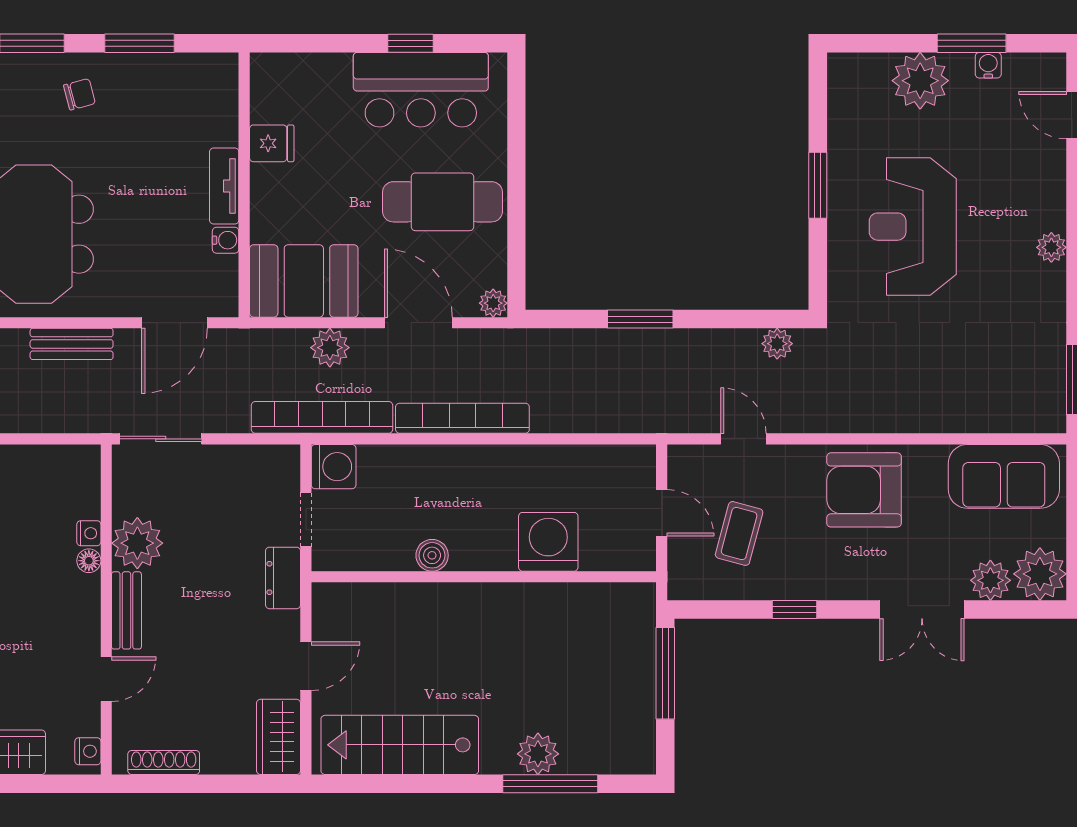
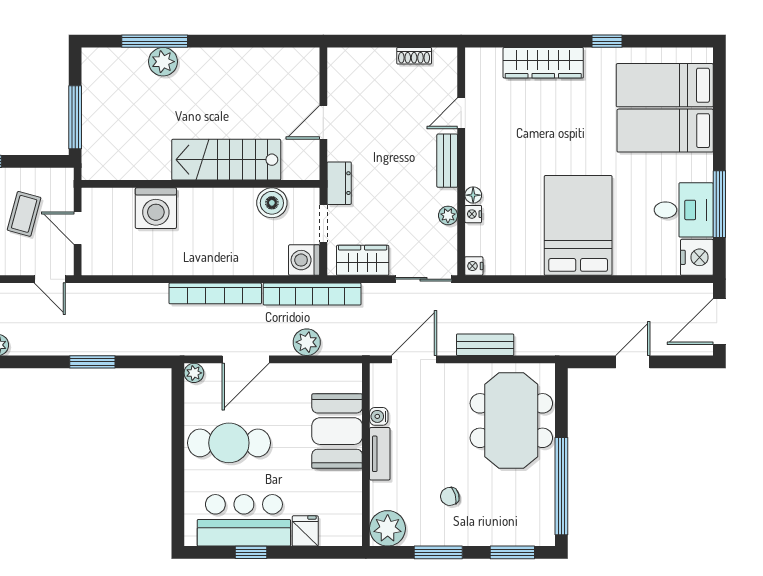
plant: (213, 78) -> (388, 528), added
chair: (79, 94) -> (450, 496), moved
fridge: (272, 143) -> (305, 531), moved, turned 90
booth: (304, 281) -> (337, 431), moved, turned 90
door: (418, 323) -> (246, 359), hinge flipped
door: (743, 439) -> (50, 279), moved
plant: (137, 543) -> (448, 215), width x0.53, depth x0.53
boiler: (432, 555) -> (272, 203), moved, width x1.36, depth x1.36
wardrobe: (278, 737) -> (363, 260), moved, turned -90
stairs: (400, 745) -> (226, 160), moved, turned 180
nightstand: (88, 751) -> (474, 266), moved
shoe rack: (164, 762) -> (414, 56), width x0.70

